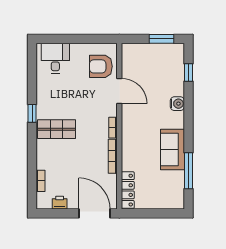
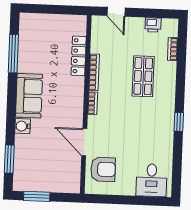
window: (188, 72) -> (9, 159), width x1.50
shop shelf: (56, 129) -> (143, 76), moved, turned 90
sofa: (172, 150) -> (29, 96), moved
locker: (128, 190) -> (79, 56), moved
door: (95, 213) -> (116, 12), width x0.53

